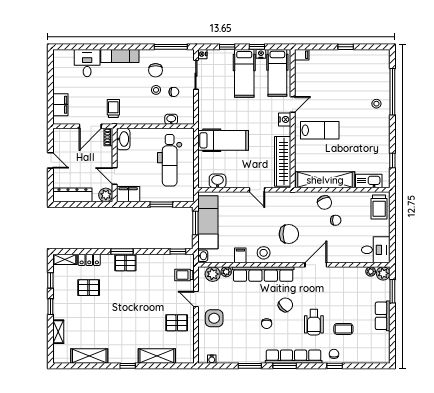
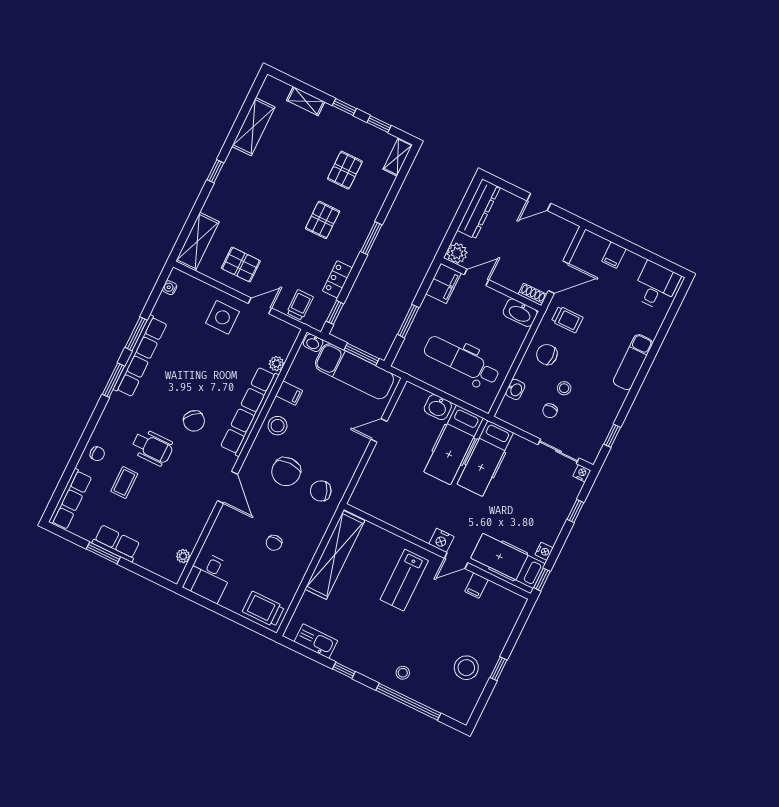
window: (171, 47) -> (612, 436), width x0.46
window: (257, 47) -> (542, 580), moved
filing cabinet: (302, 55) -> (476, 586), moved
desk: (87, 63) -> (656, 286), moved, turned -90
stool: (355, 67) -> (466, 668), added
chair: (156, 70) -> (547, 354), moved
hospital bed: (244, 73) -> (485, 458), moved, turned -90
door: (293, 104) -> (456, 561), hinge flipped
filing cabinet: (60, 105) -> (614, 255), width x0.50
door: (90, 126) -> (559, 277), swing flipped
wardrobe: (283, 161) -> (387, 510), removed
window: (392, 161) -> (344, 670), moved
washbasin: (218, 181) -> (438, 407), moved, turned 90
kitchen sink: (369, 181) -> (316, 641), moved, turned -90
door: (257, 190) -> (379, 430), moved
chair: (325, 203) -> (321, 491), moved
locker: (89, 260) -> (337, 279), moved
pallet: (125, 263) -> (323, 220), moved
plant: (383, 273) -> (172, 571), removed
plant: (213, 274) -> (282, 344), removed
window: (392, 291) -> (103, 553), moved
wheelchair: (314, 322) -> (152, 447), turned 180
pallet: (177, 323) -> (241, 265), turned 90
chair: (267, 324) -> (181, 384), removed
shelving: (157, 356) -> (197, 242), moved
row of seats: (294, 357) -> (140, 356), moved
row of seats: (370, 357) -> (70, 499), added
window: (335, 366) -> (81, 447), removed

